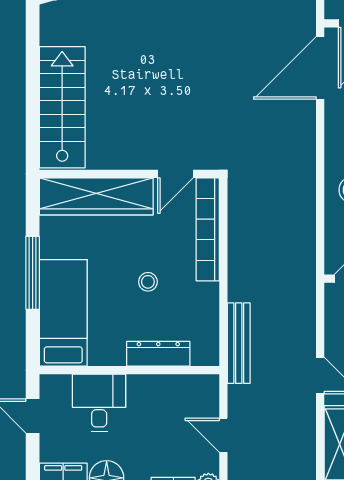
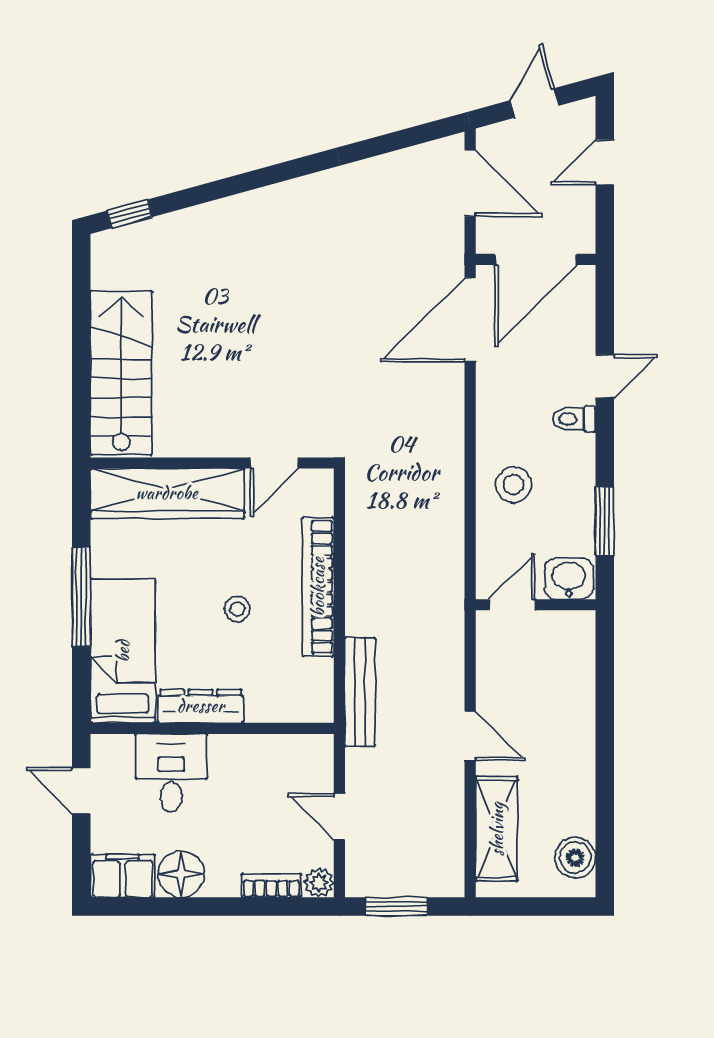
bookcase: (208, 229) -> (318, 587), moved
dresser: (158, 354) -> (201, 706), moved

